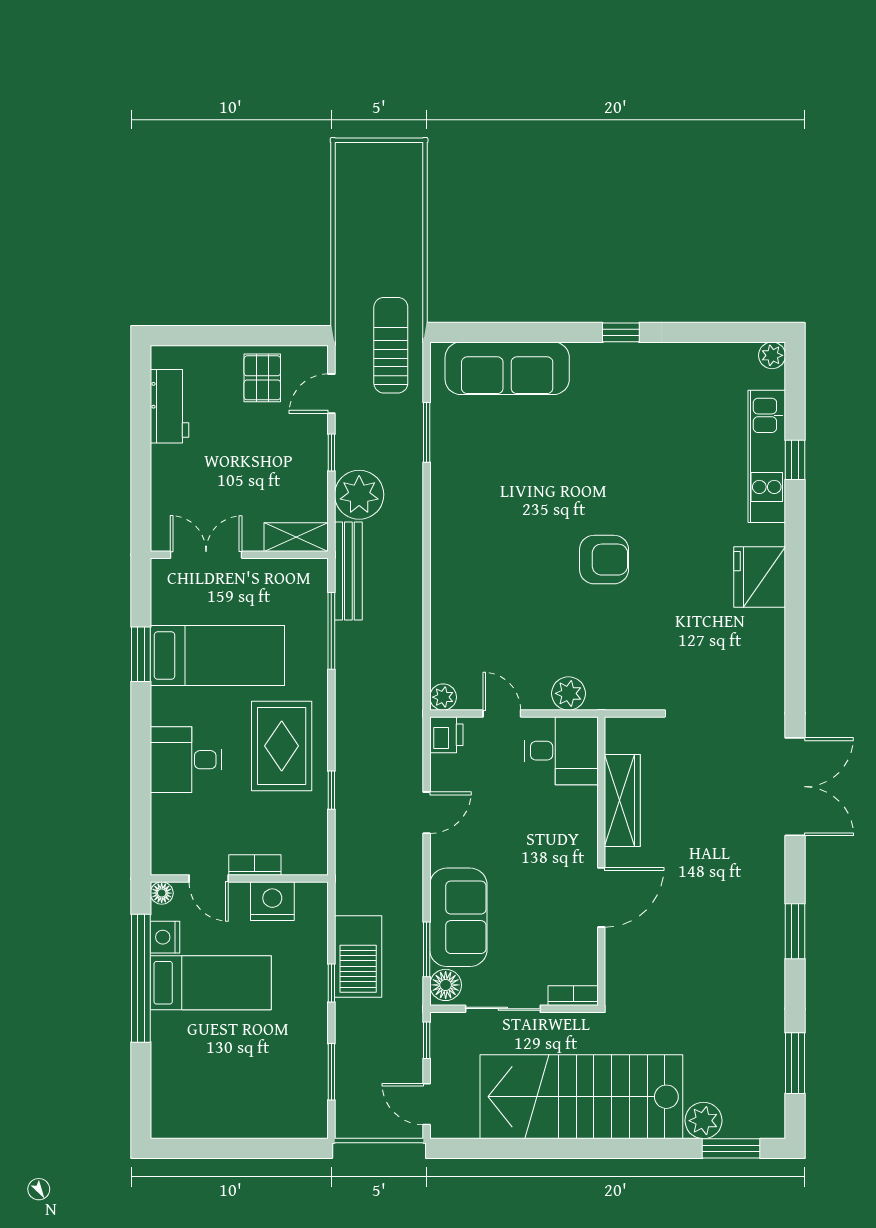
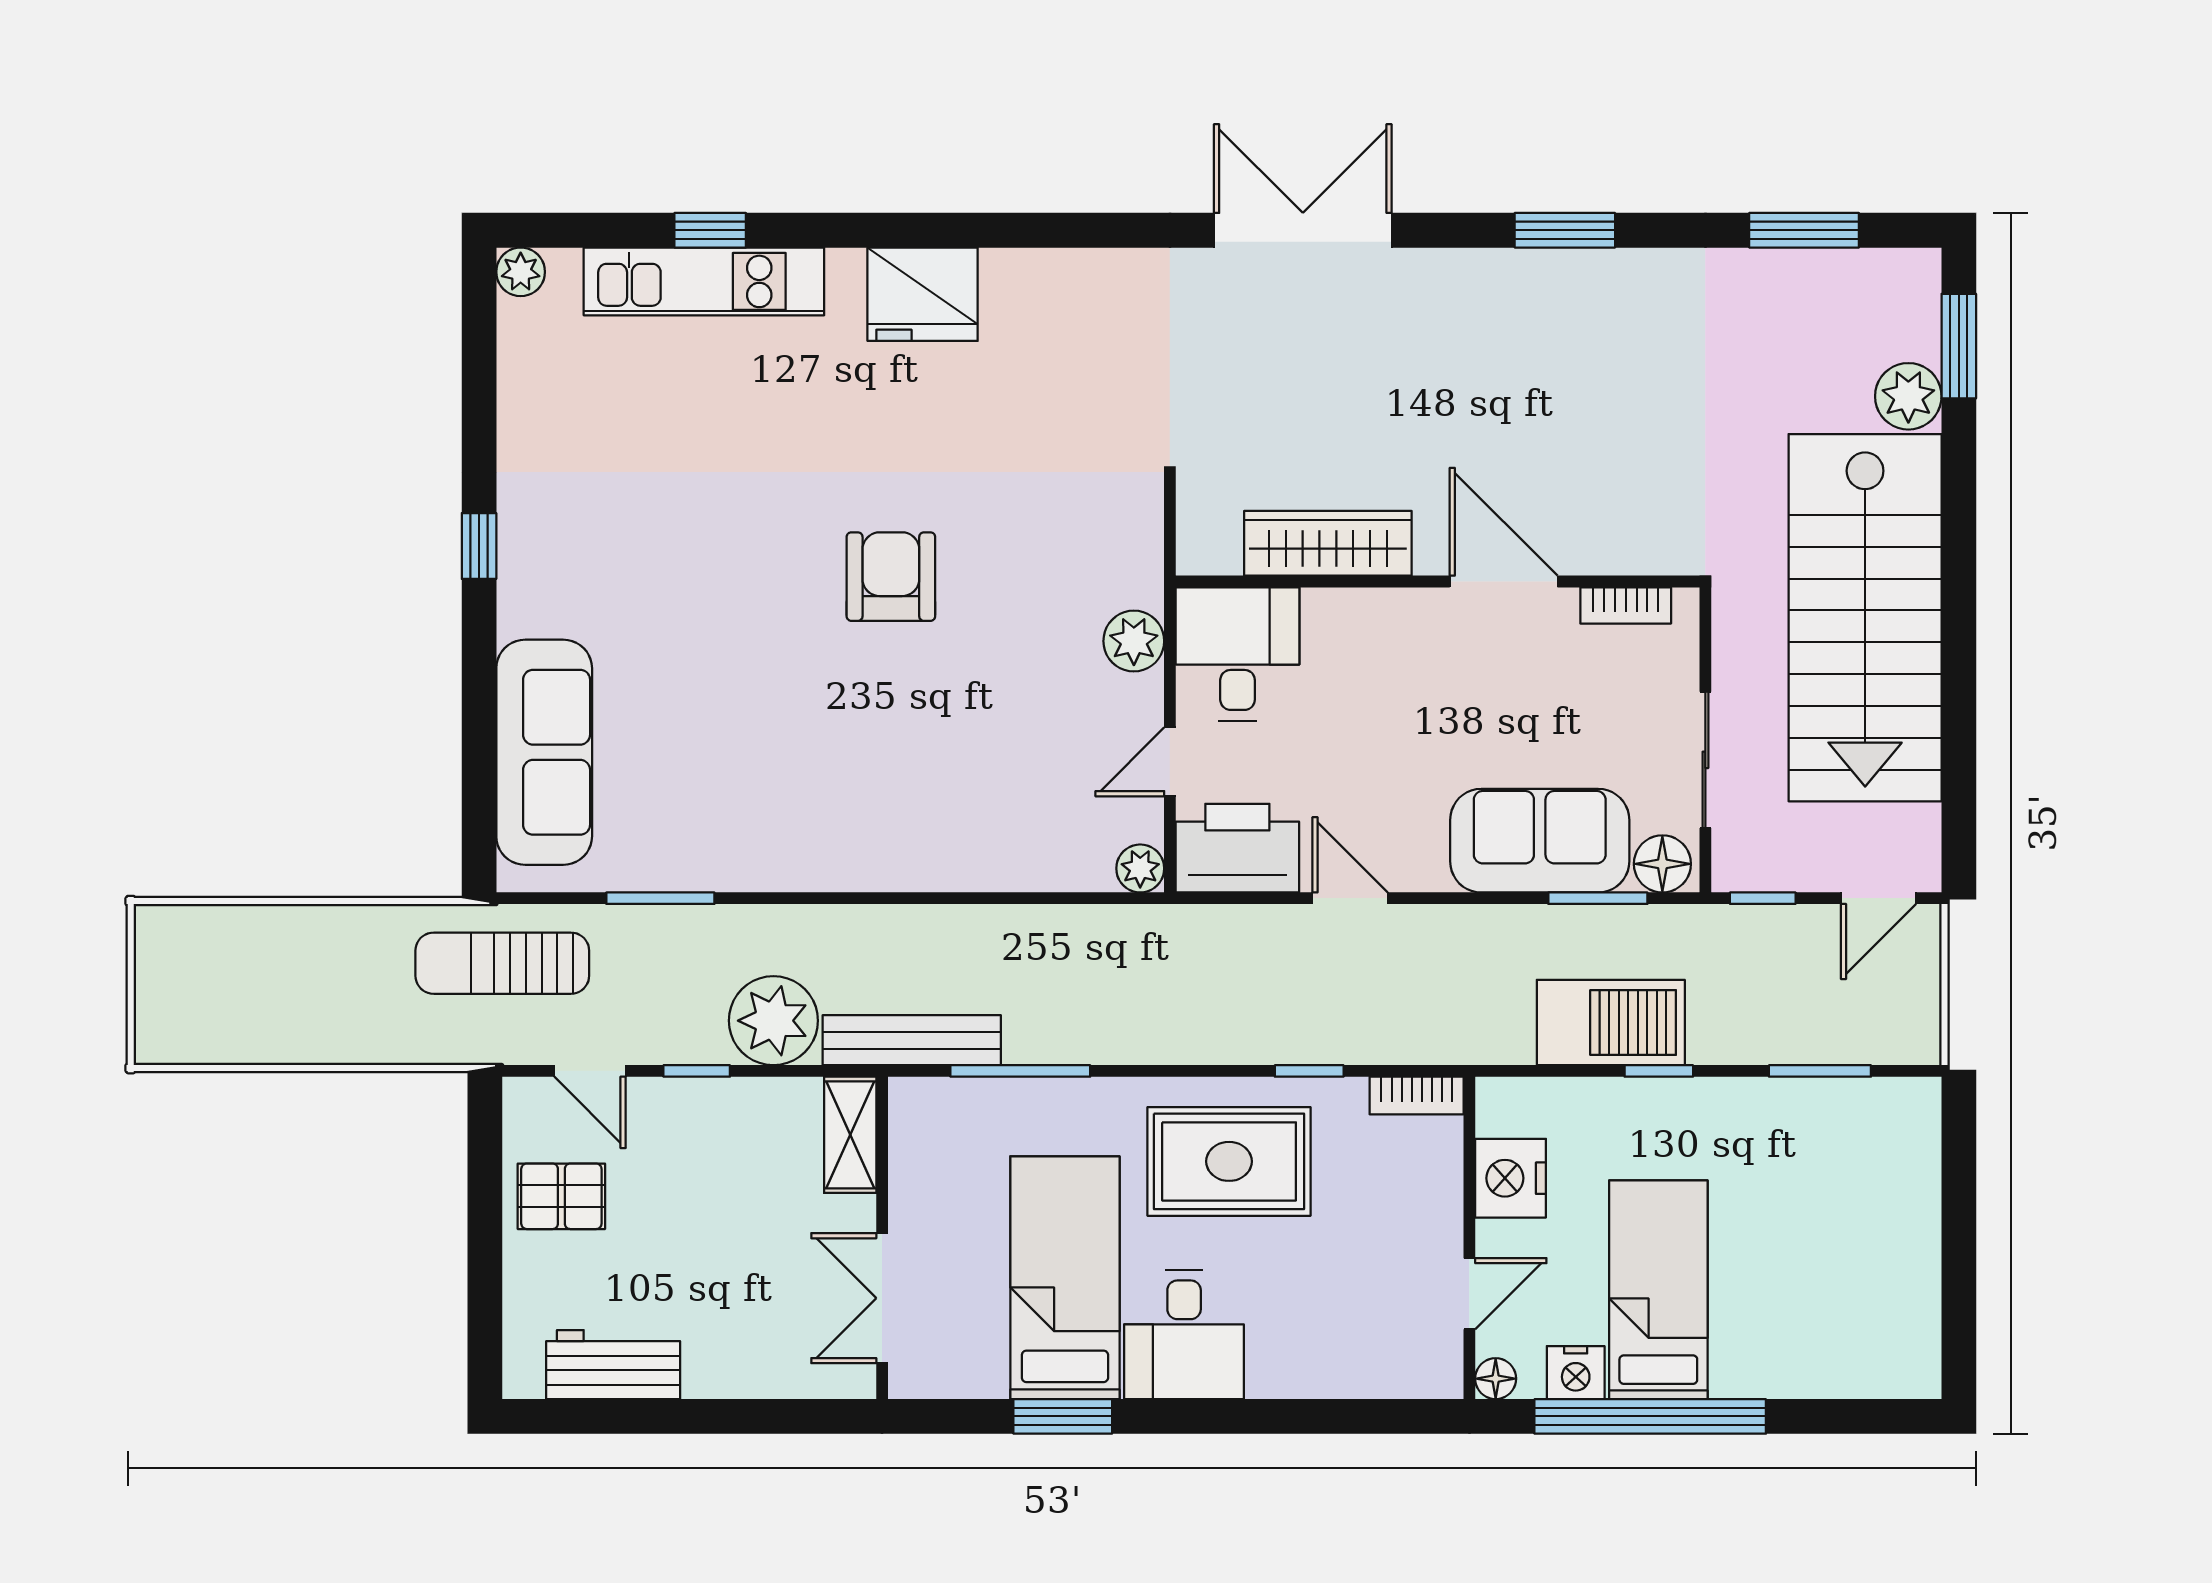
printer: (446, 735) -> (1237, 848), width x1.87, depth x1.48
desk: (186, 760) -> (1184, 1335), moved
bookcase: (255, 865) -> (1417, 1096), moved, turned -90
bookcase: (573, 996) -> (1626, 605), moved, turned -90

